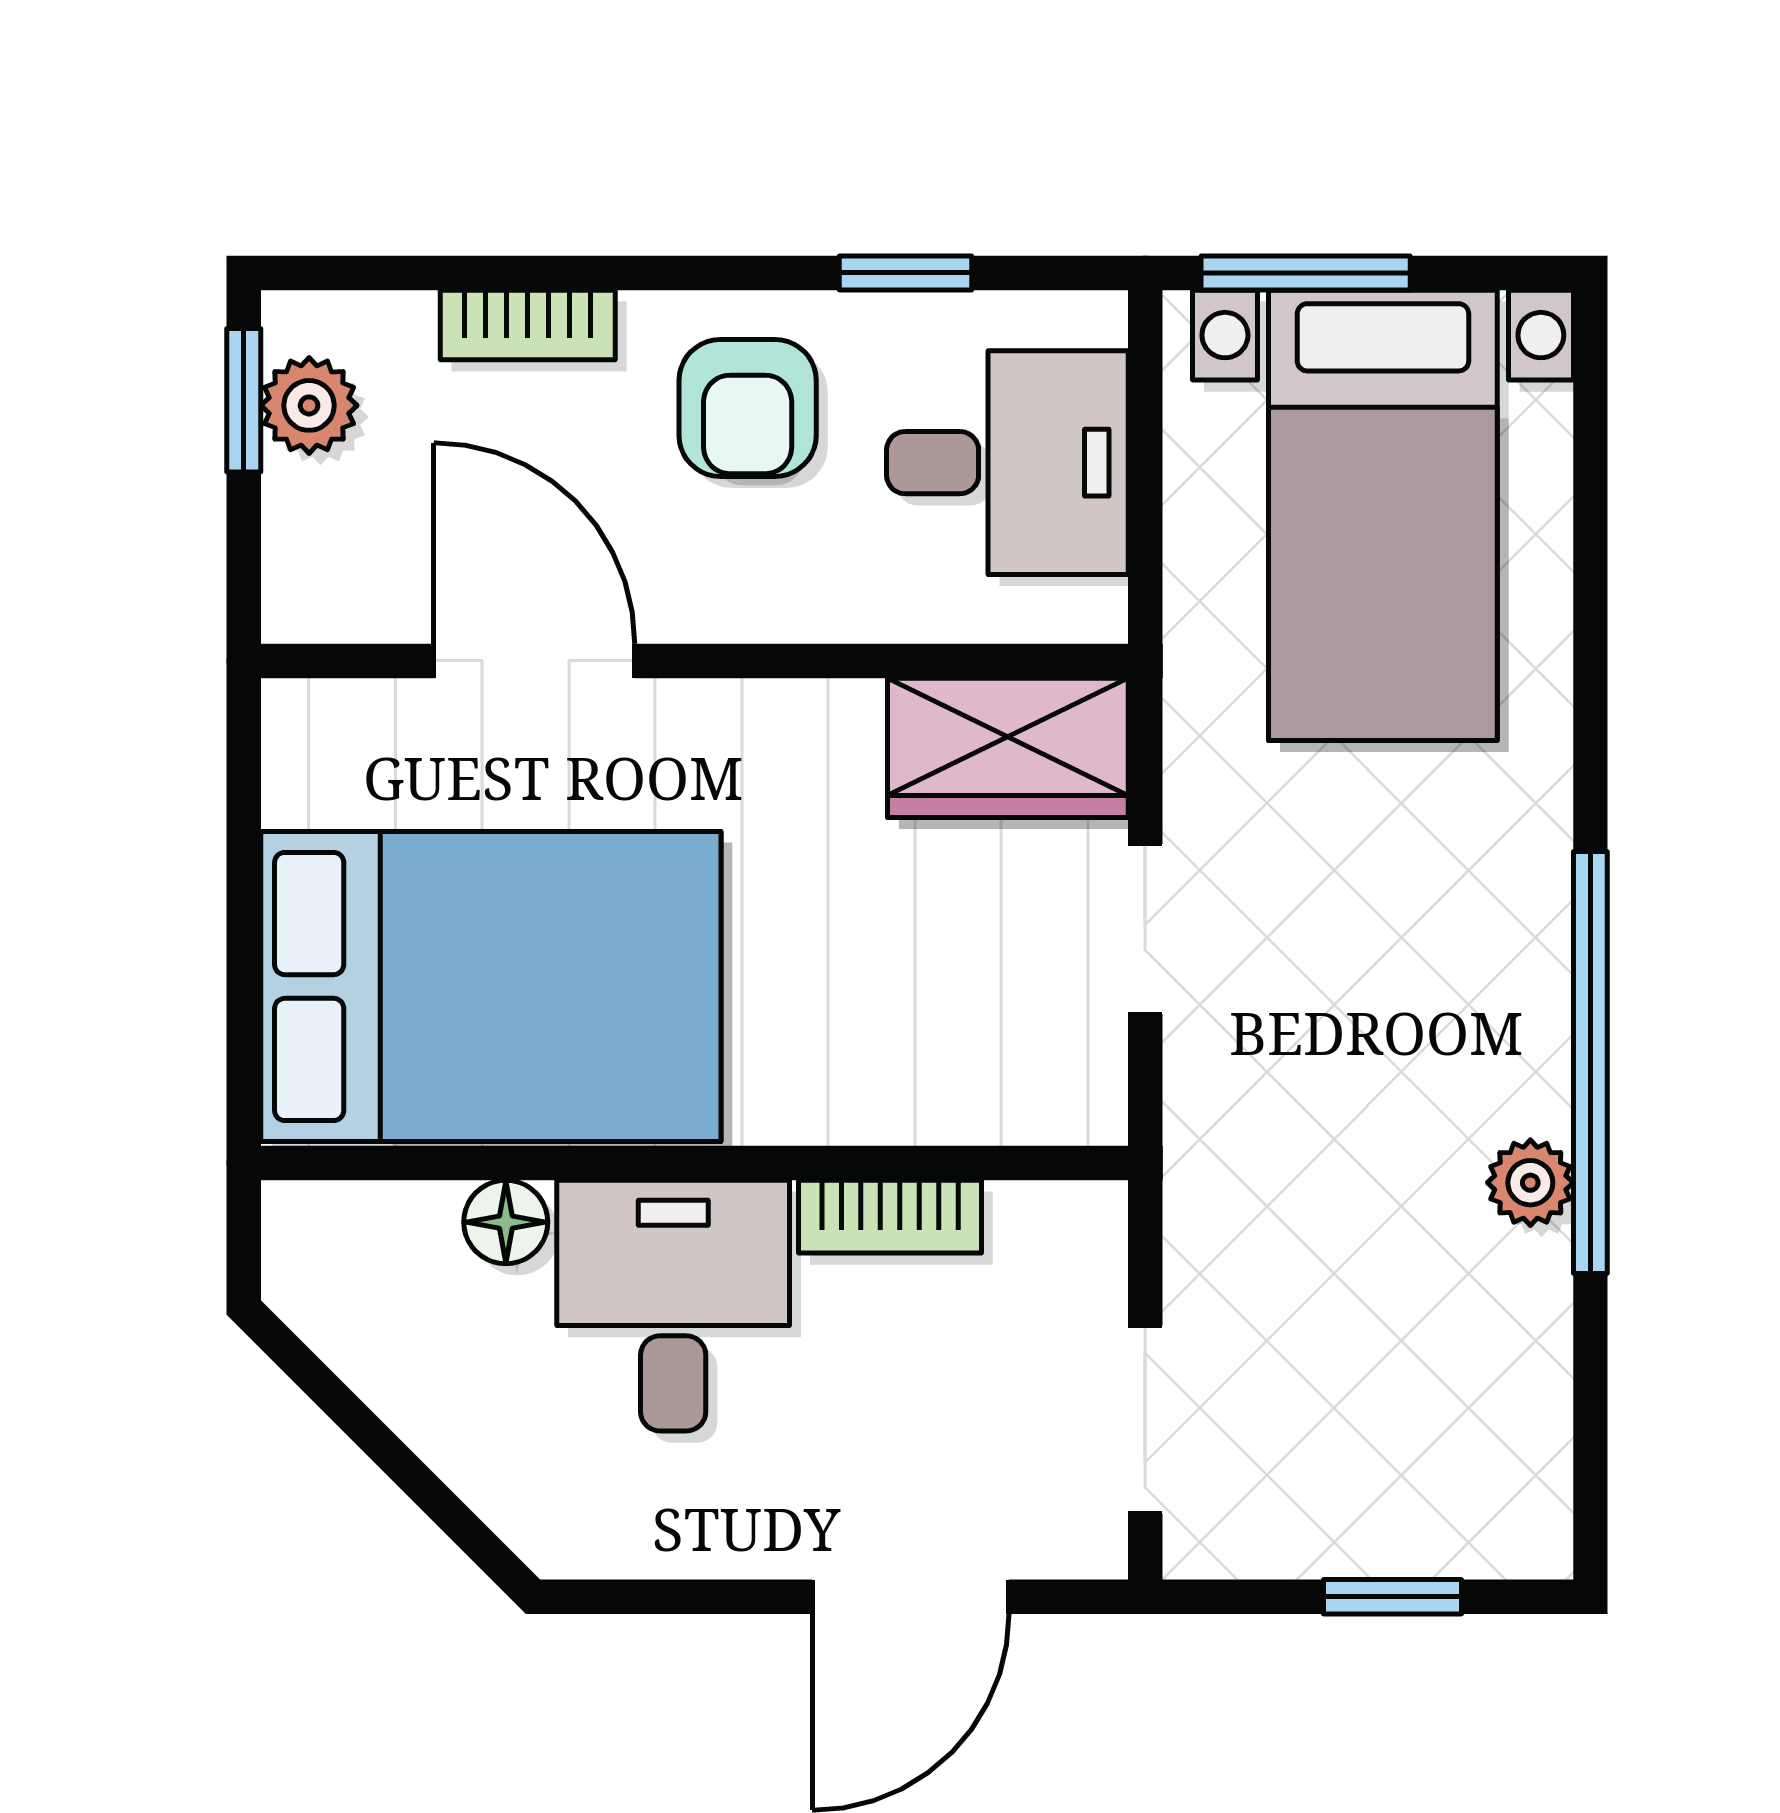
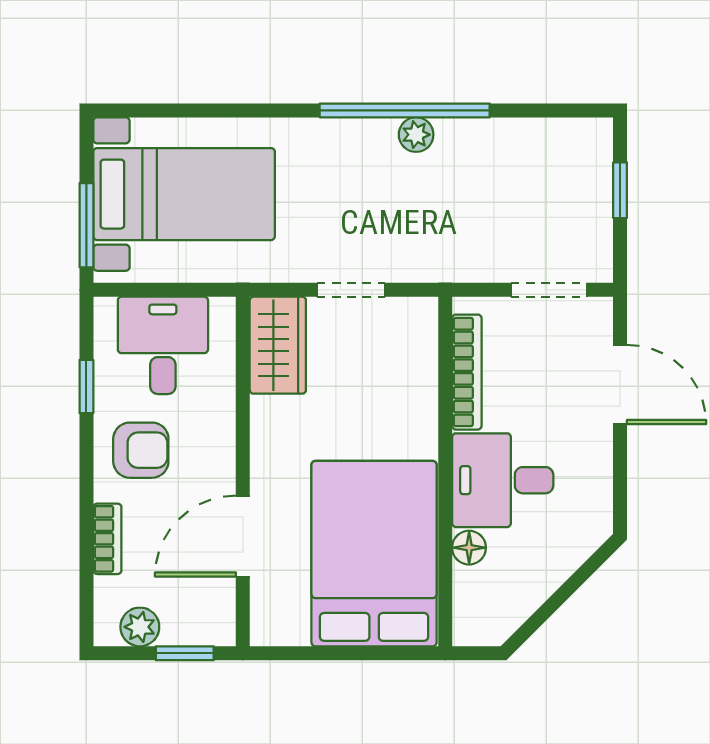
window: (244, 400) -> (185, 653), moved
plant: (1530, 1183) -> (416, 135), moved
bookcase: (890, 1217) -> (467, 372), width x1.56

